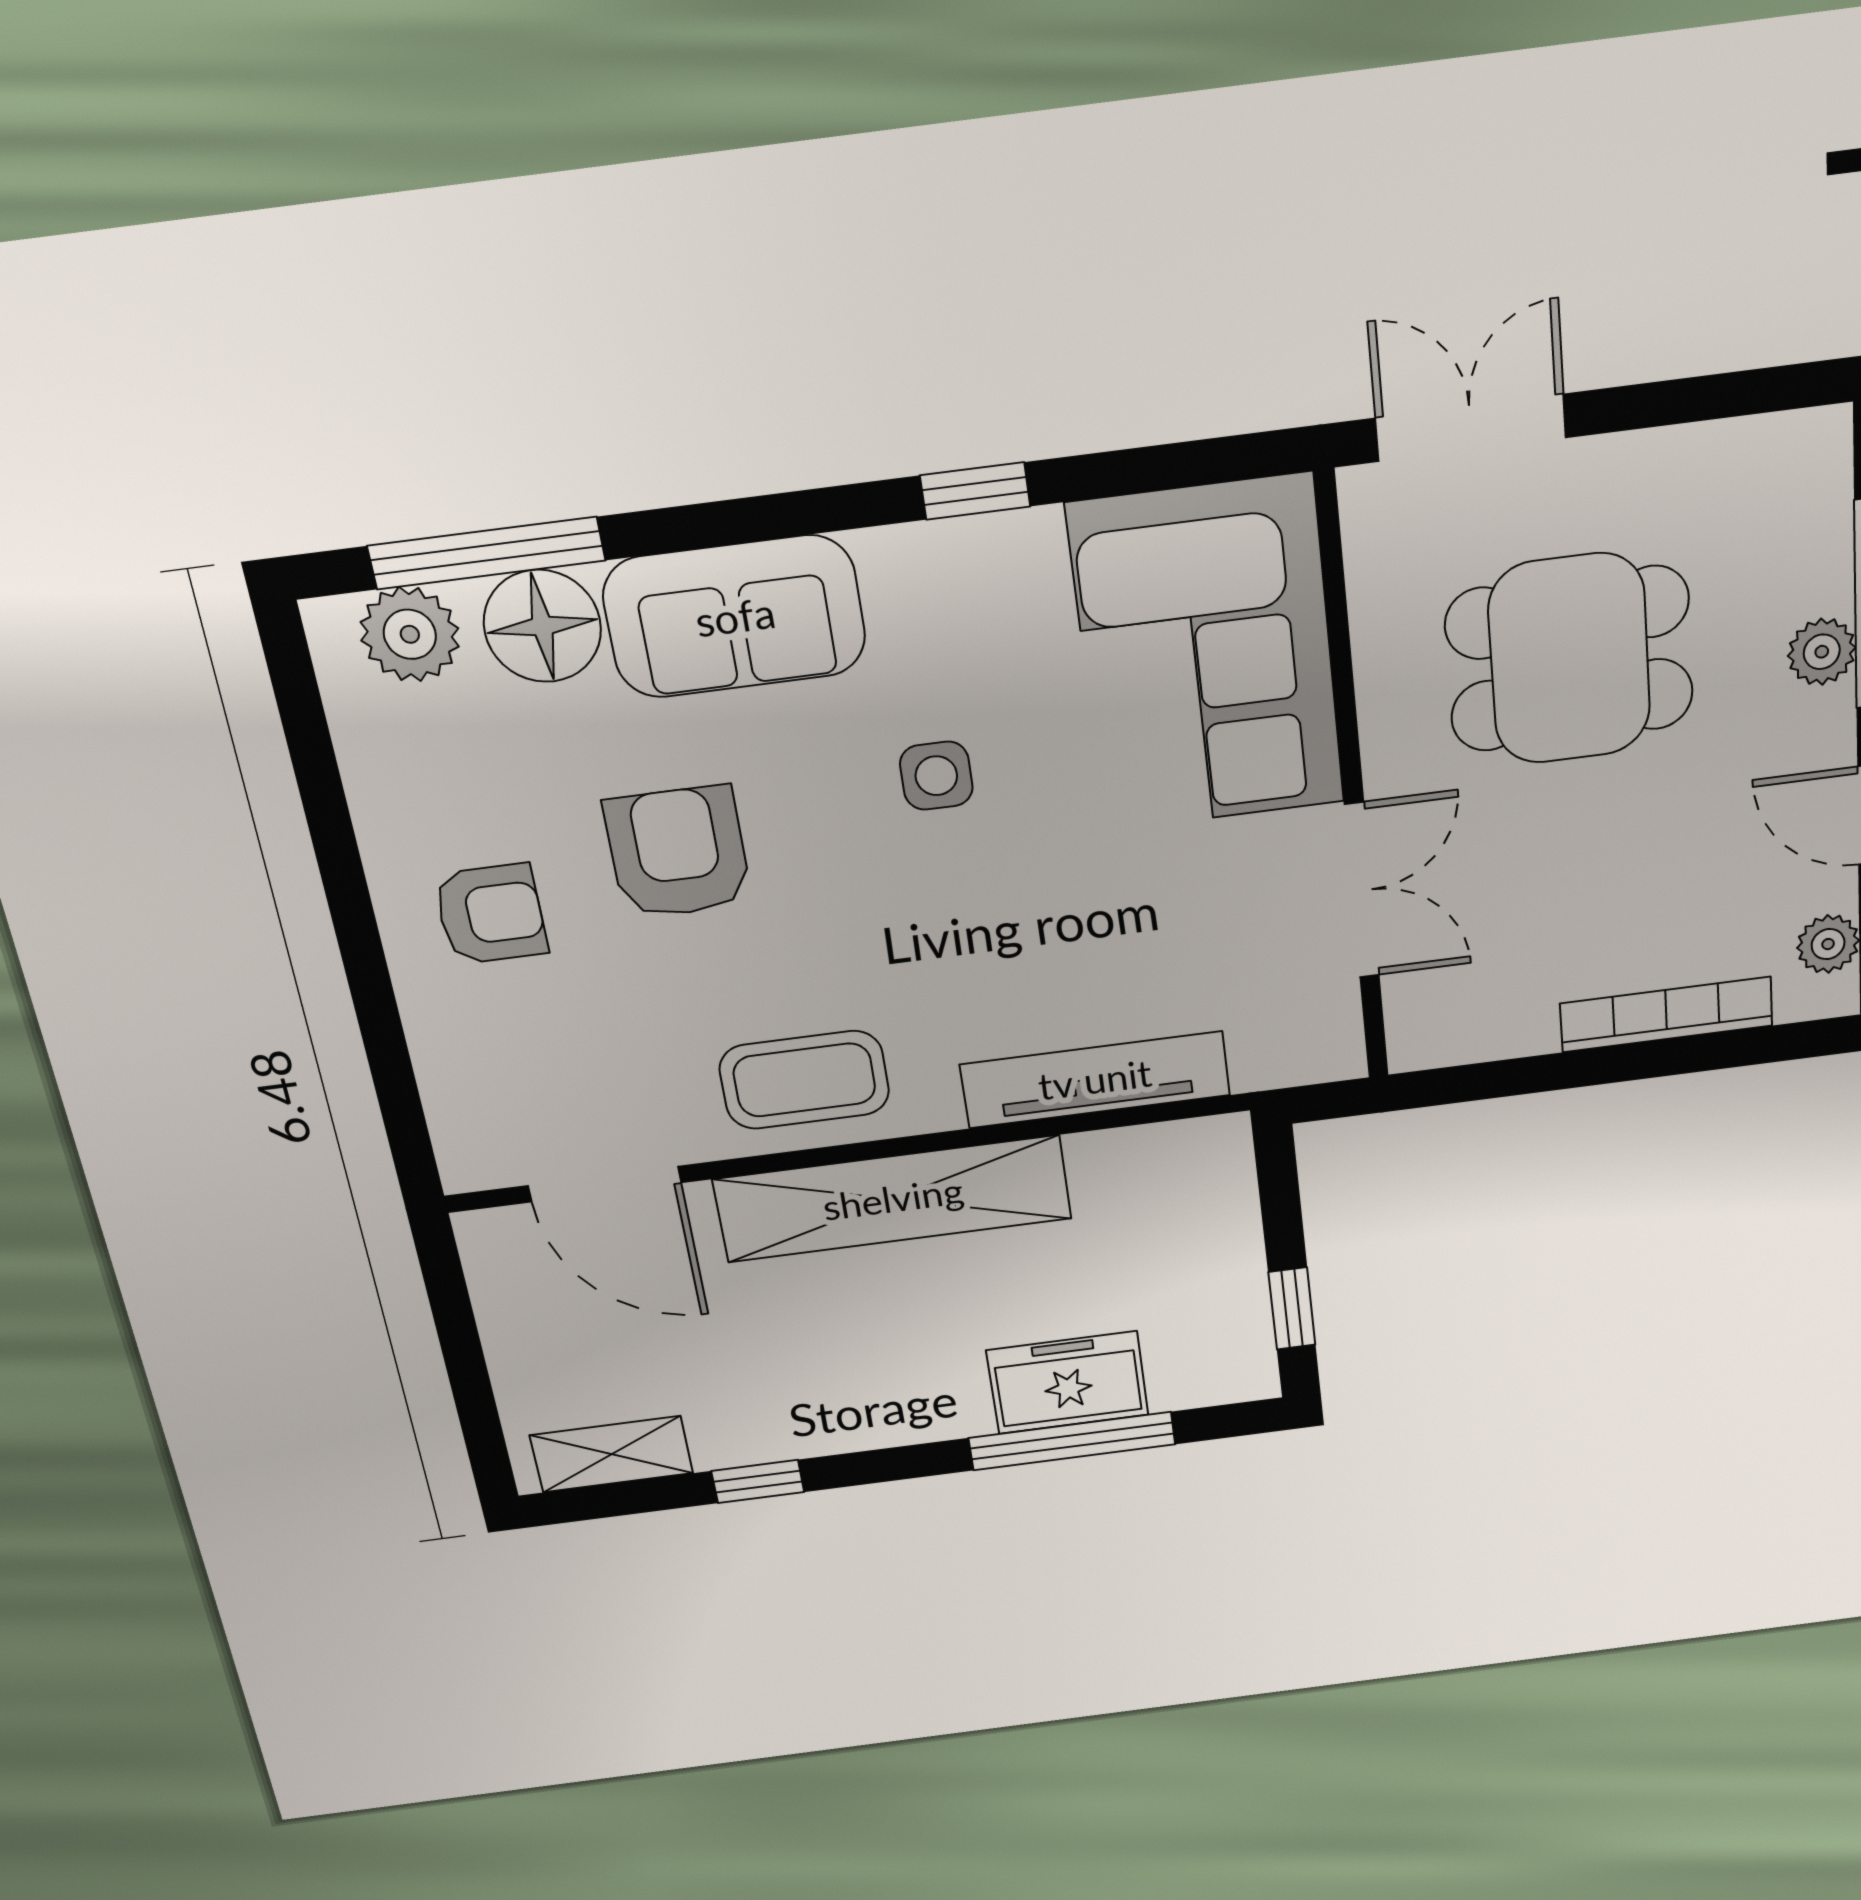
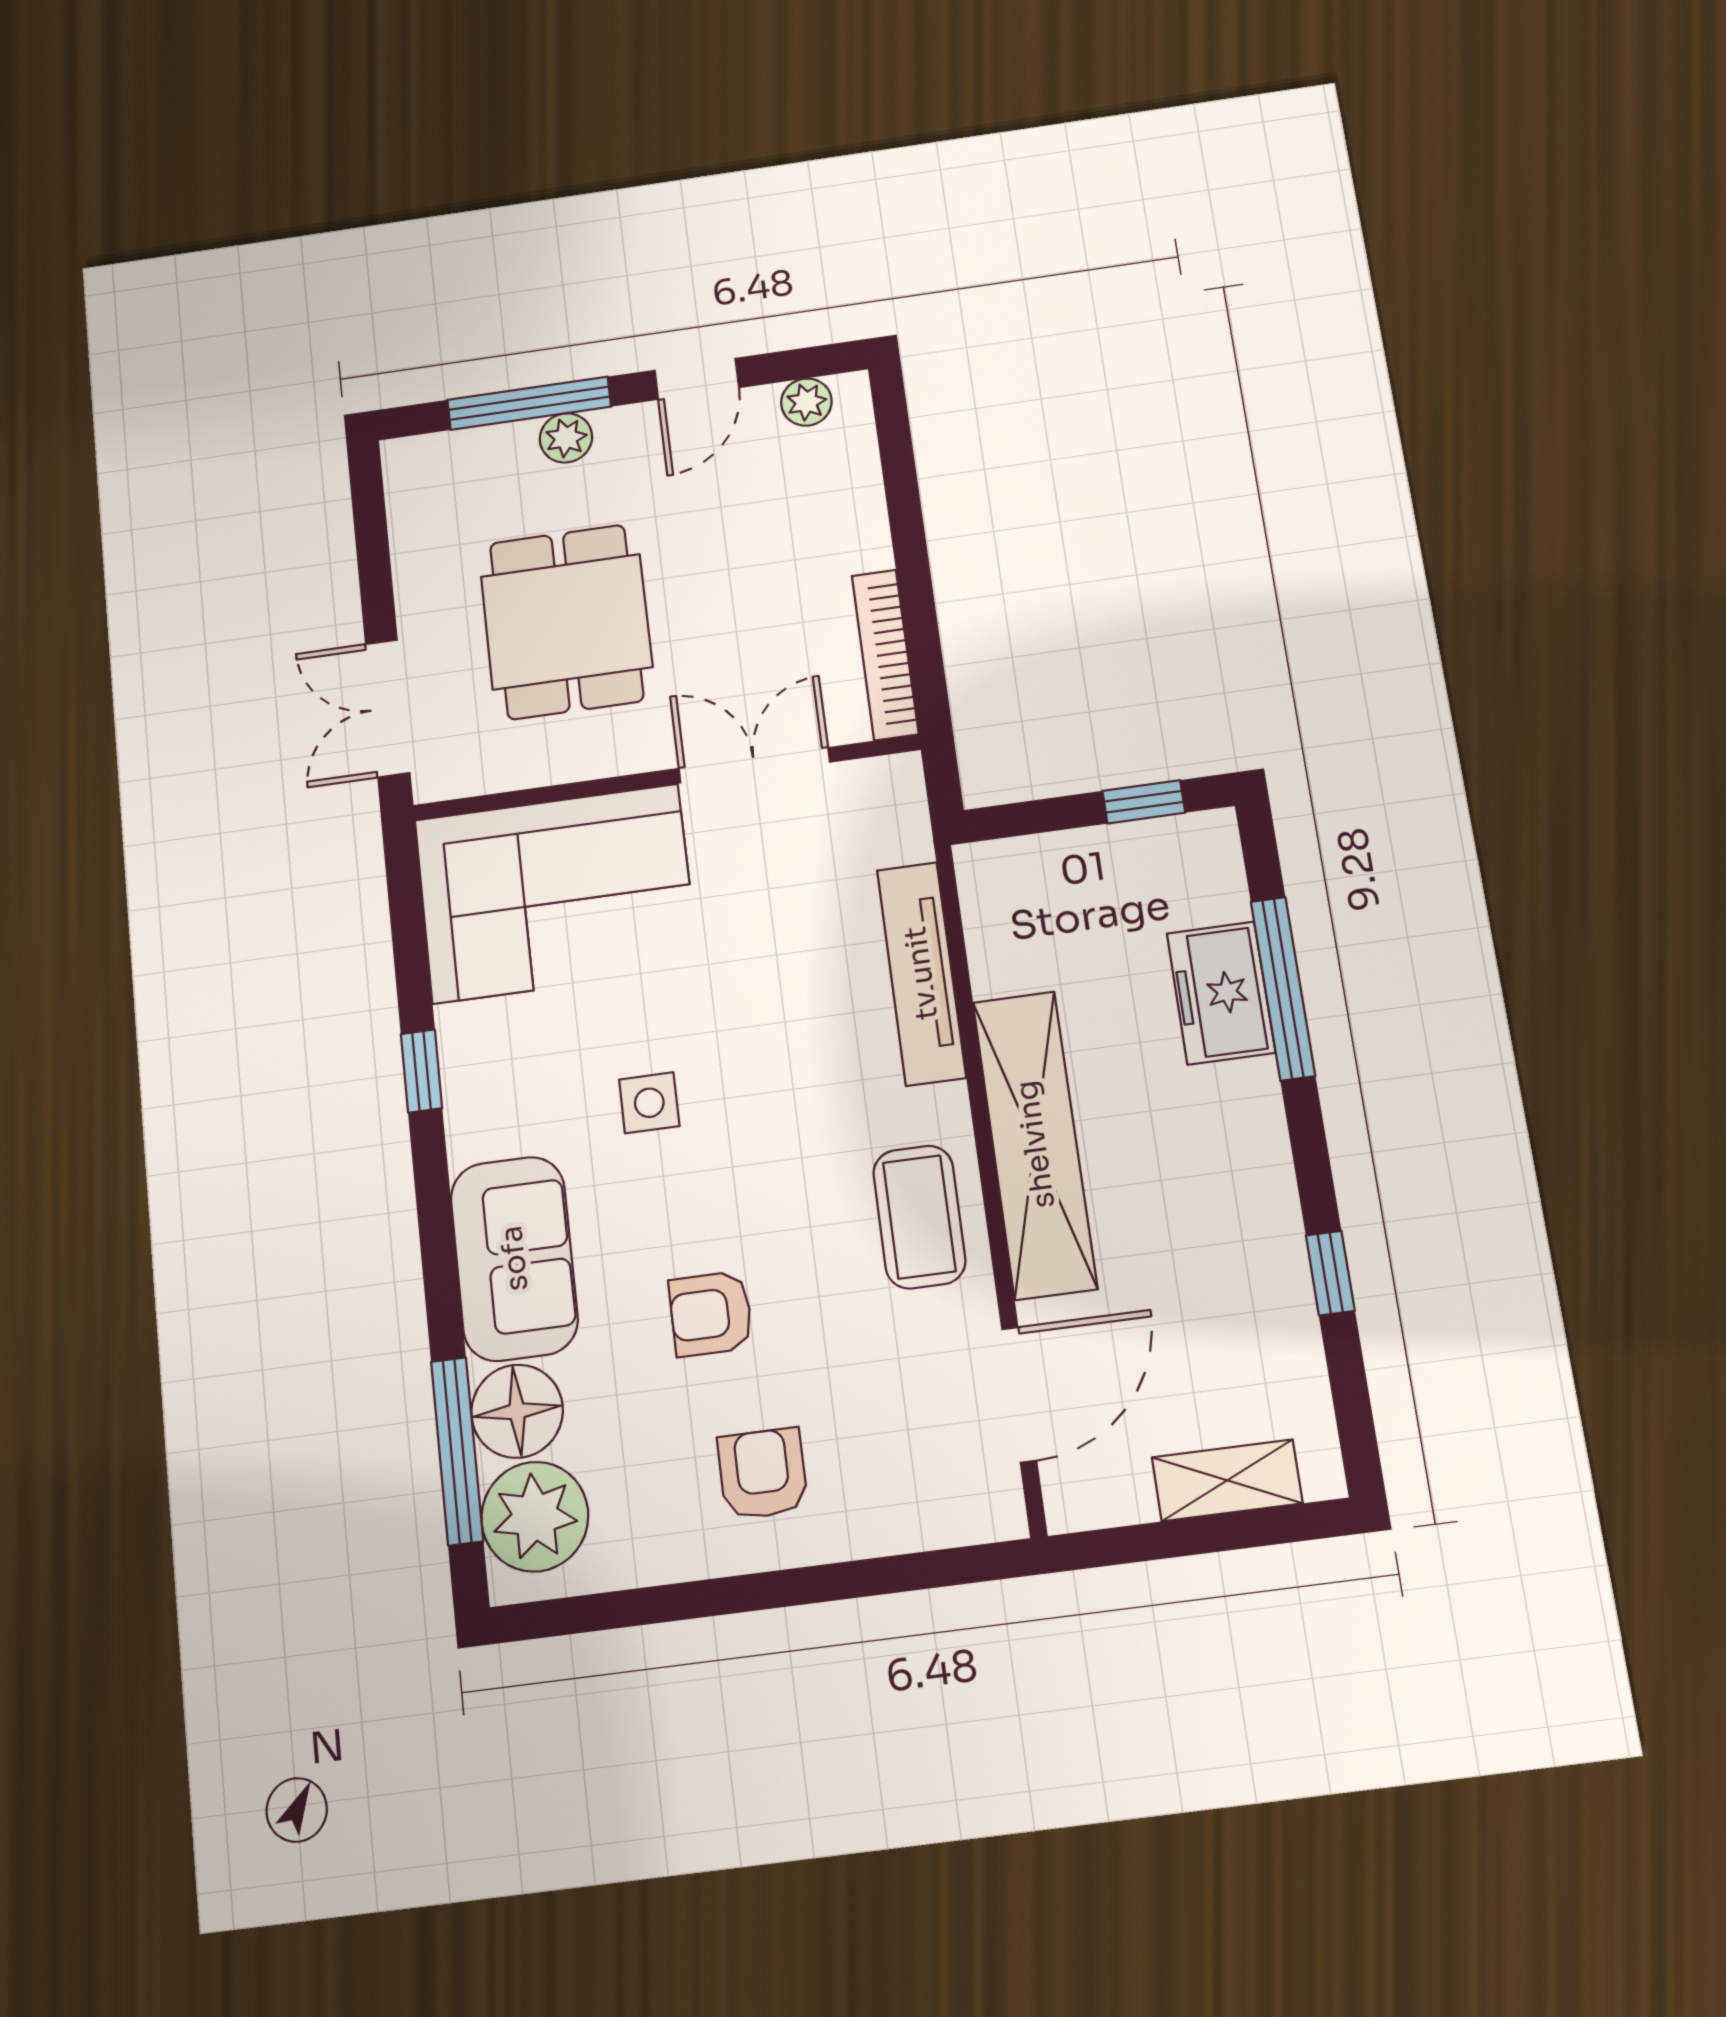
plant: (410, 634) -> (535, 1517), width x1.36, depth x1.36
armchair: (678, 852) -> (711, 1314), width x0.72, depth x0.72
bookcase: (1666, 1014) -> (885, 655), moved
shelving: (612, 1454) -> (1227, 1480), moved, turned 90

